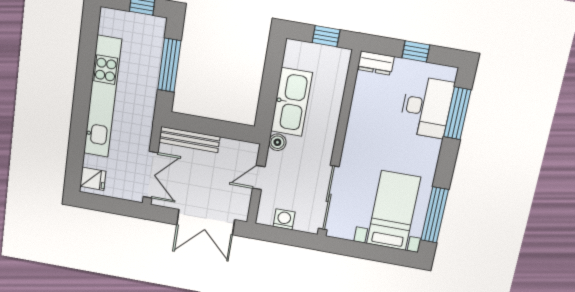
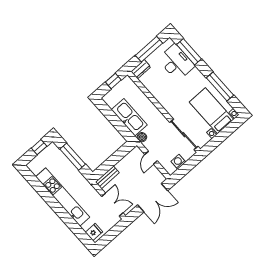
window: (416, 51) -> (149, 49), width x2.17
bench: (189, 140) -> (107, 177), width x0.73
window: (435, 215) -> (220, 86), moved

